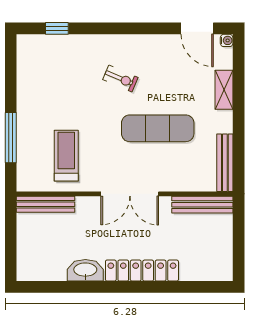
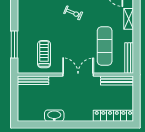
exercise mat: (158, 128) -> (105, 46), moved, turned 90
double door: (130, 194) -> (78, 75), swing flipped
locker: (142, 271) -> (113, 116), moved

